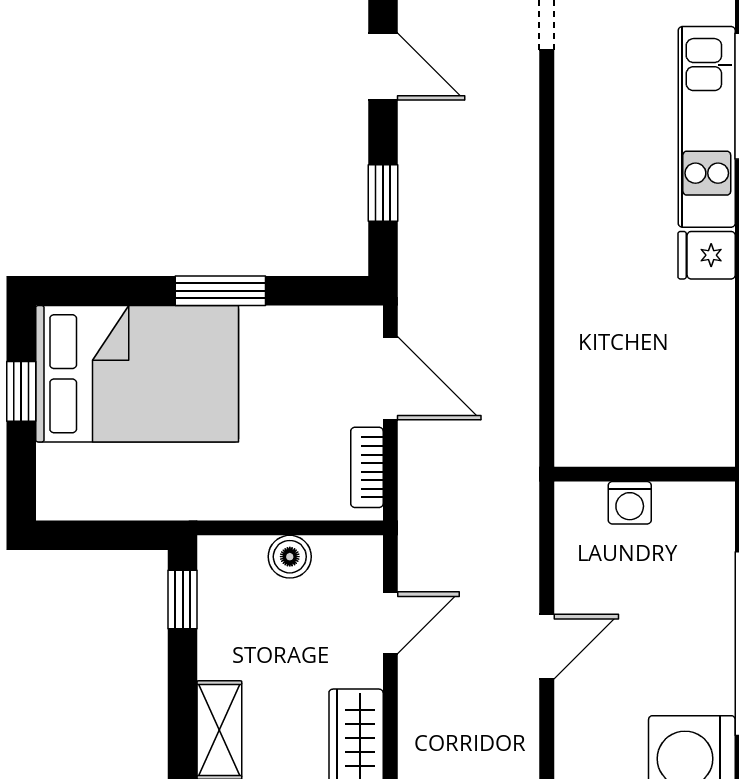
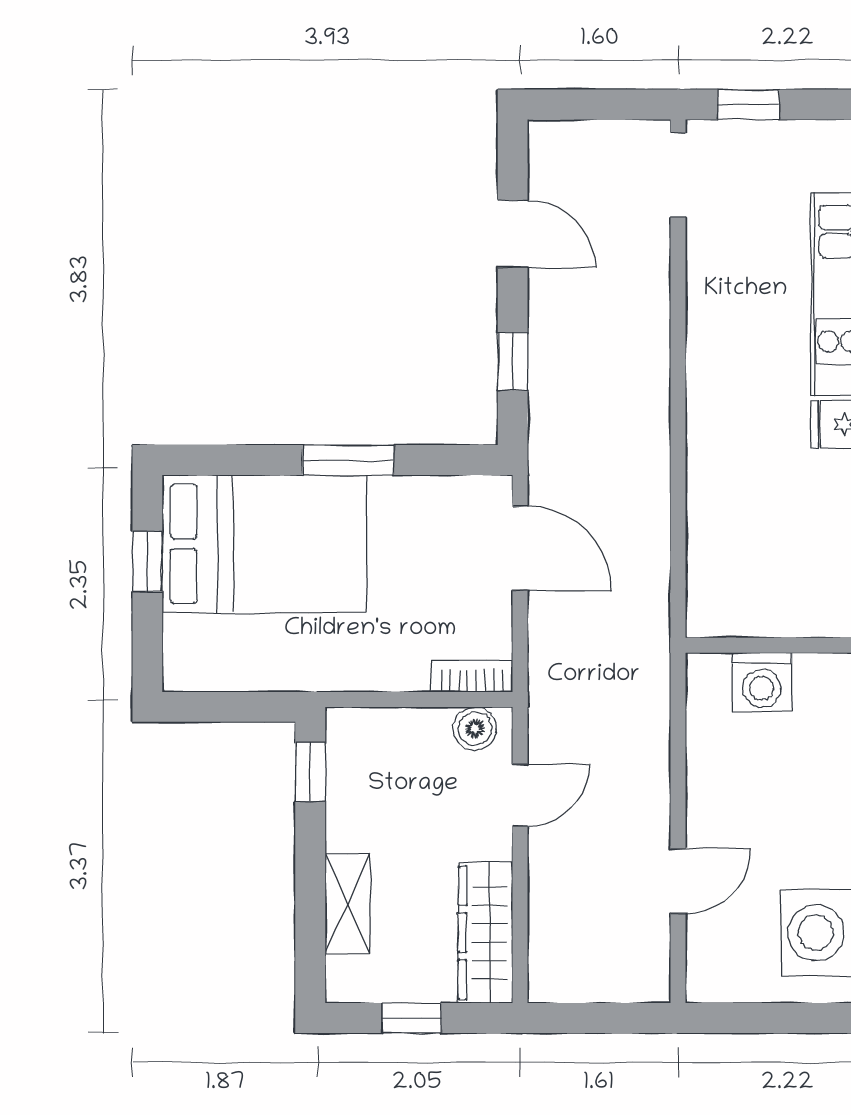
bookcase: (367, 467) -> (472, 676), moved, turned 90
washing machine: (630, 503) -> (762, 682), width x1.38, depth x1.38
boiler: (290, 557) -> (475, 729), moved
door: (547, 647) -> (678, 881), moved

